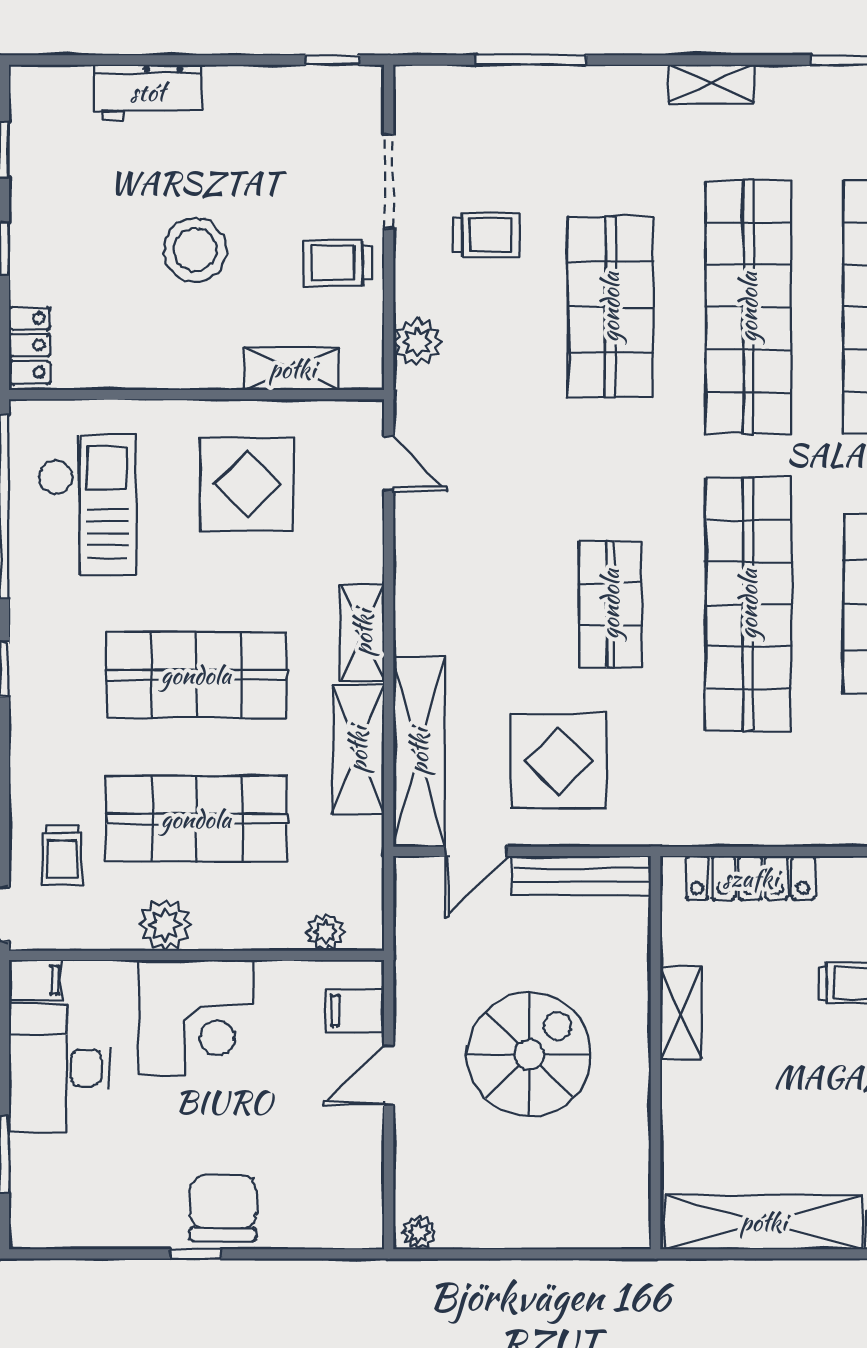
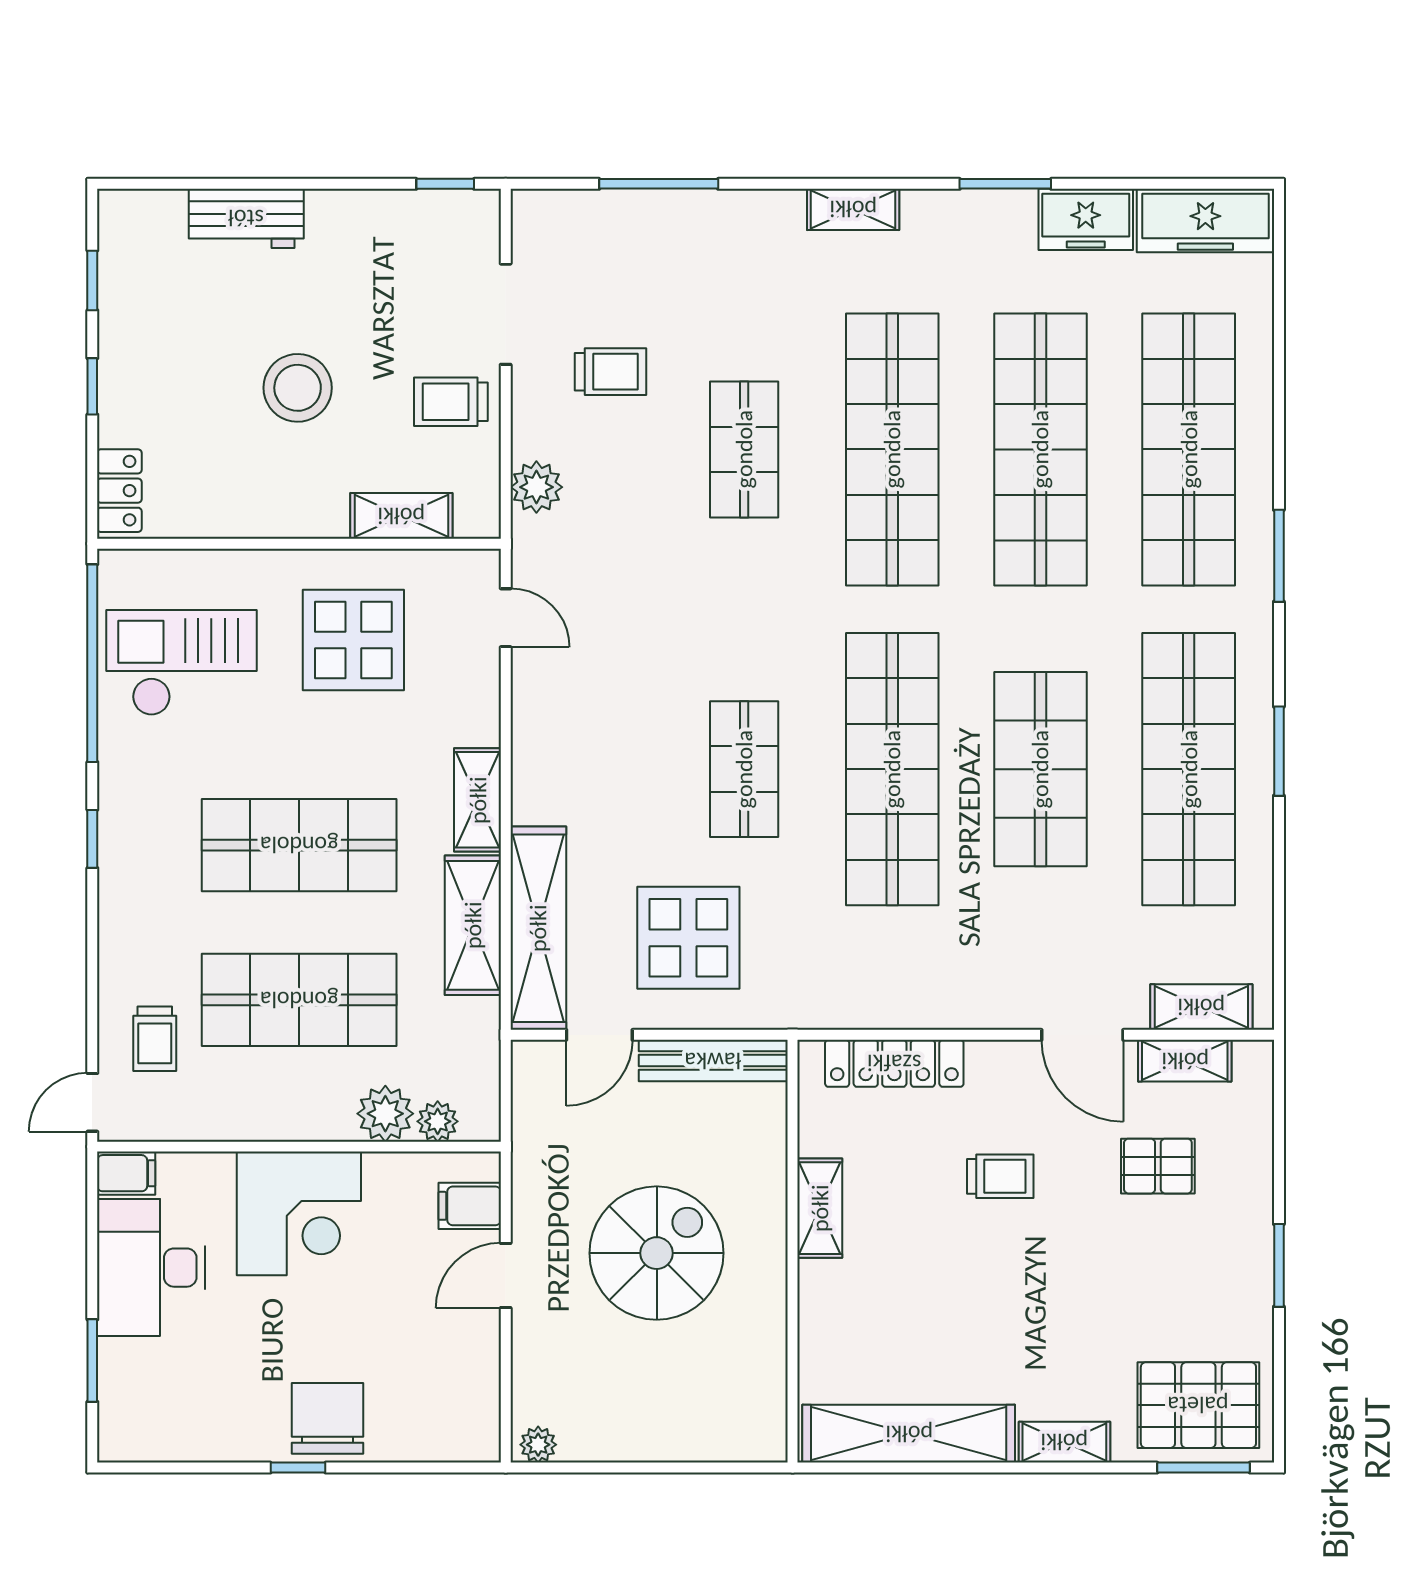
shop shelf: (610, 307) -> (744, 449), width x0.70, depth x0.74
checkout: (87, 505) -> (181, 663), turned -90
plant: (165, 925) -> (385, 1114), moved

